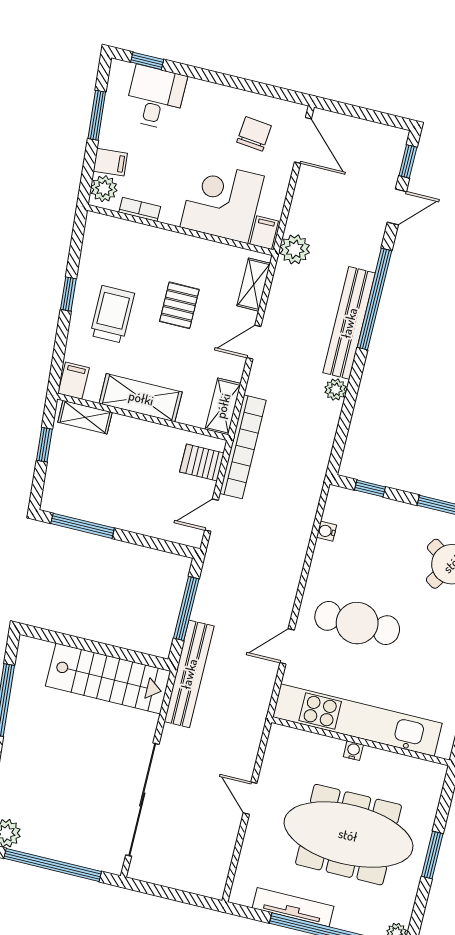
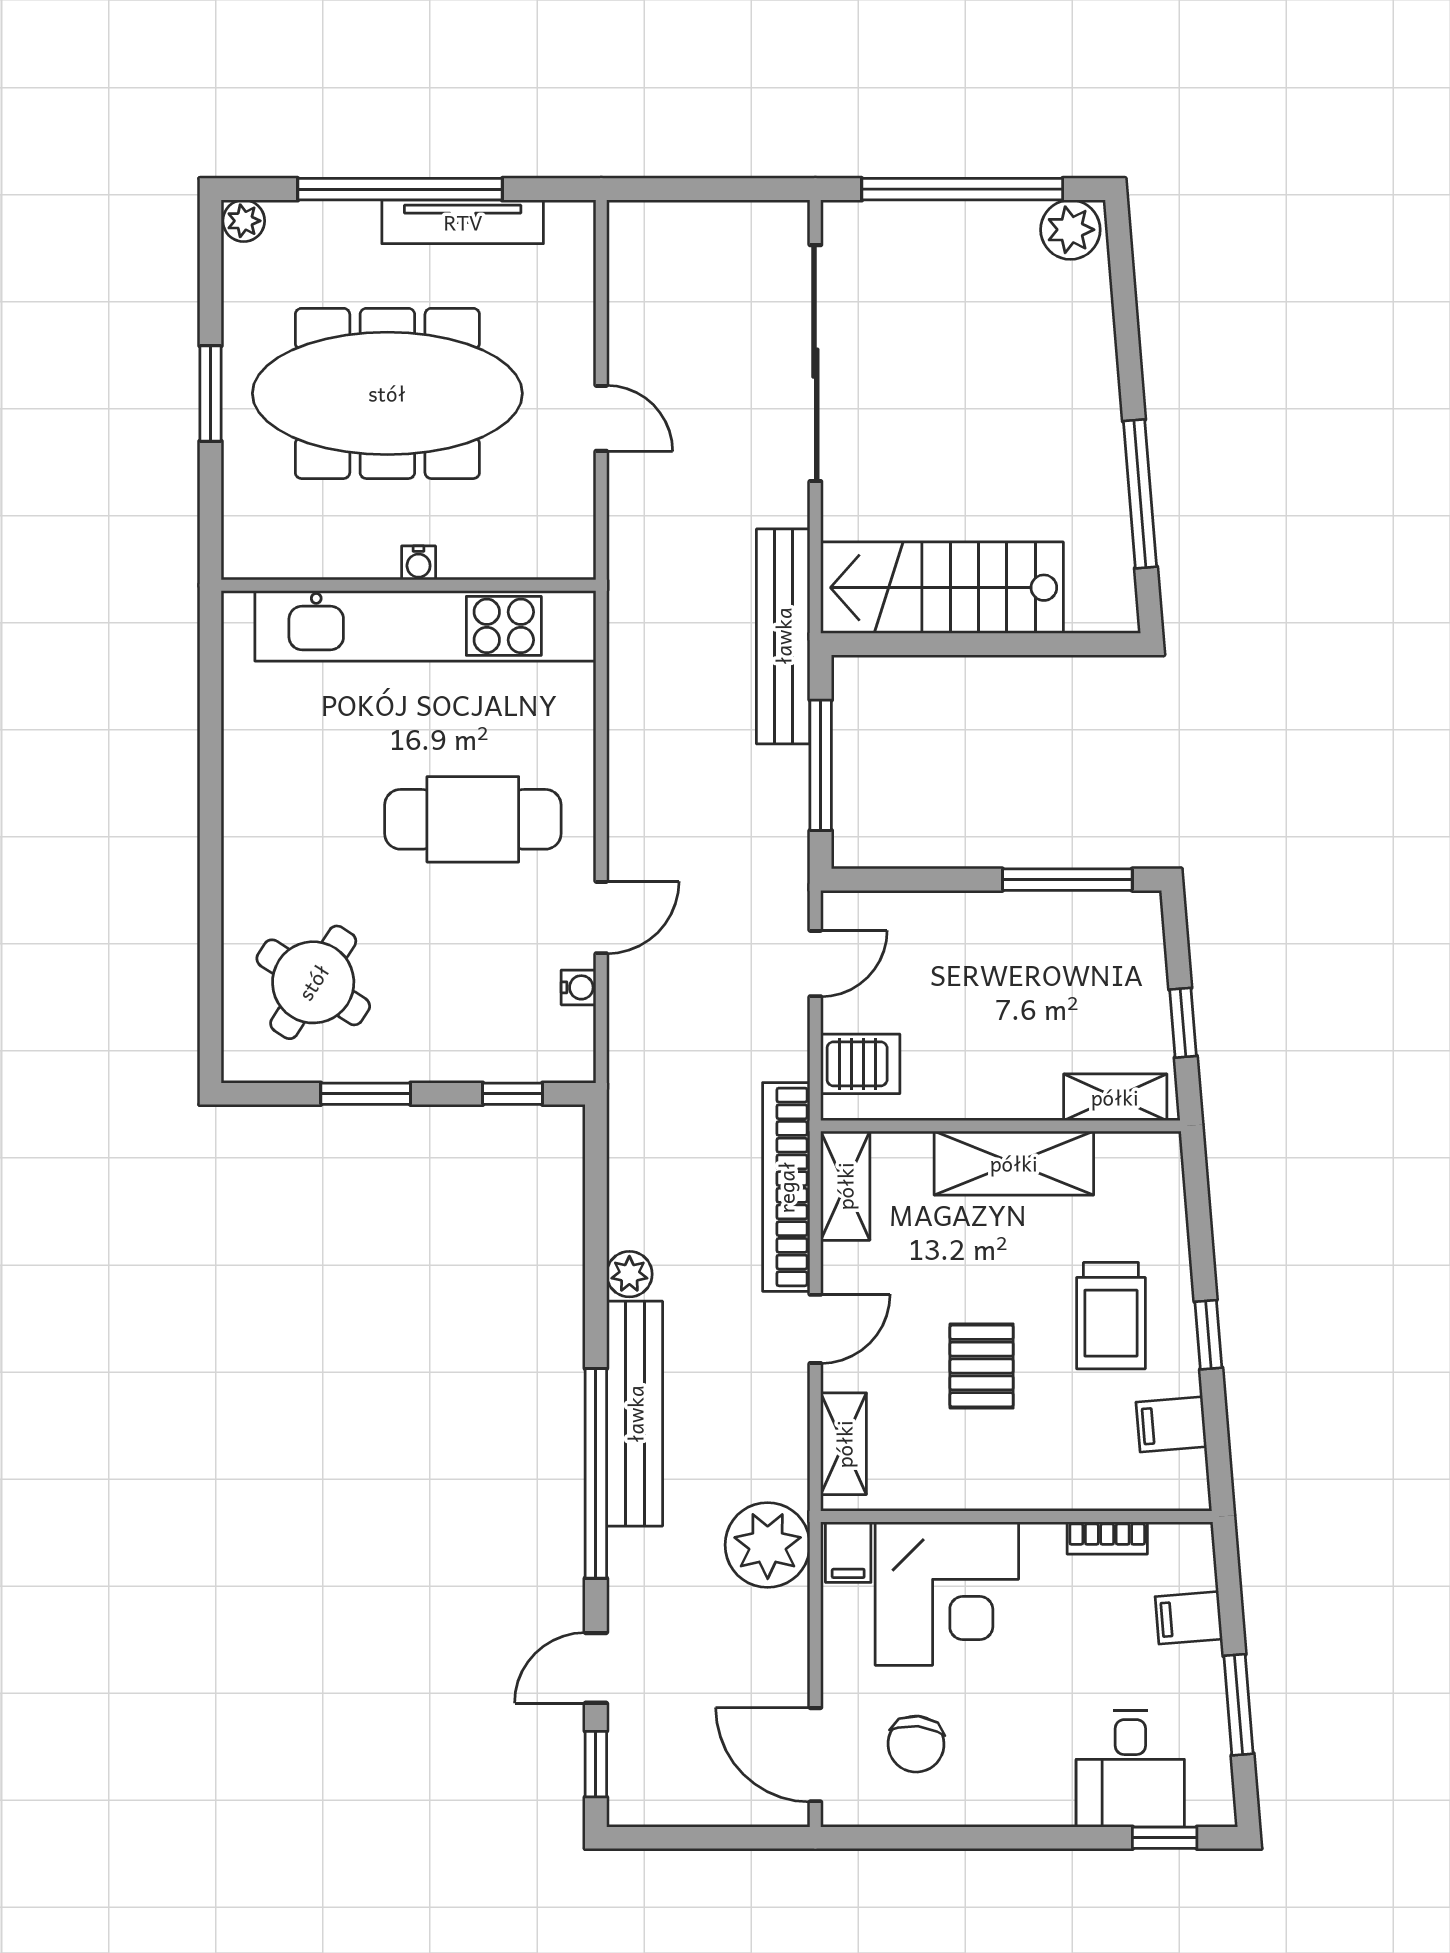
plant: (104, 189) -> (1189, 1562), removed
plant: (295, 249) -> (768, 1545), width x1.36, depth x1.36
filing cabinet: (74, 381) -> (1171, 1424), moved, turned 85
bookcase: (243, 447) -> (786, 1187), moved
door: (287, 646) -> (601, 918), moved

